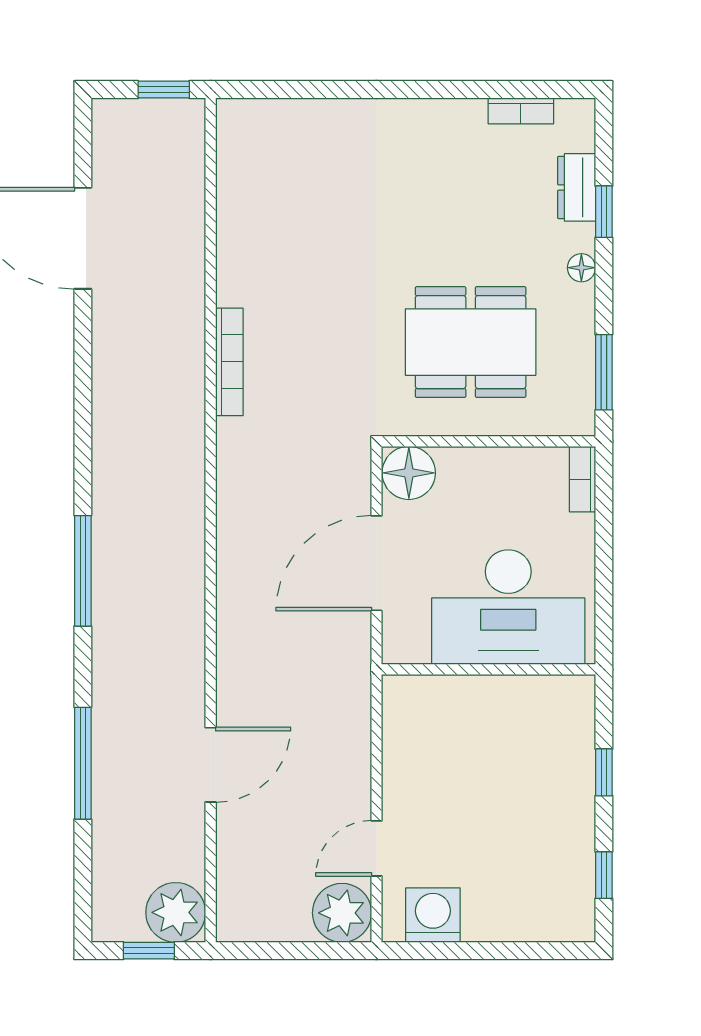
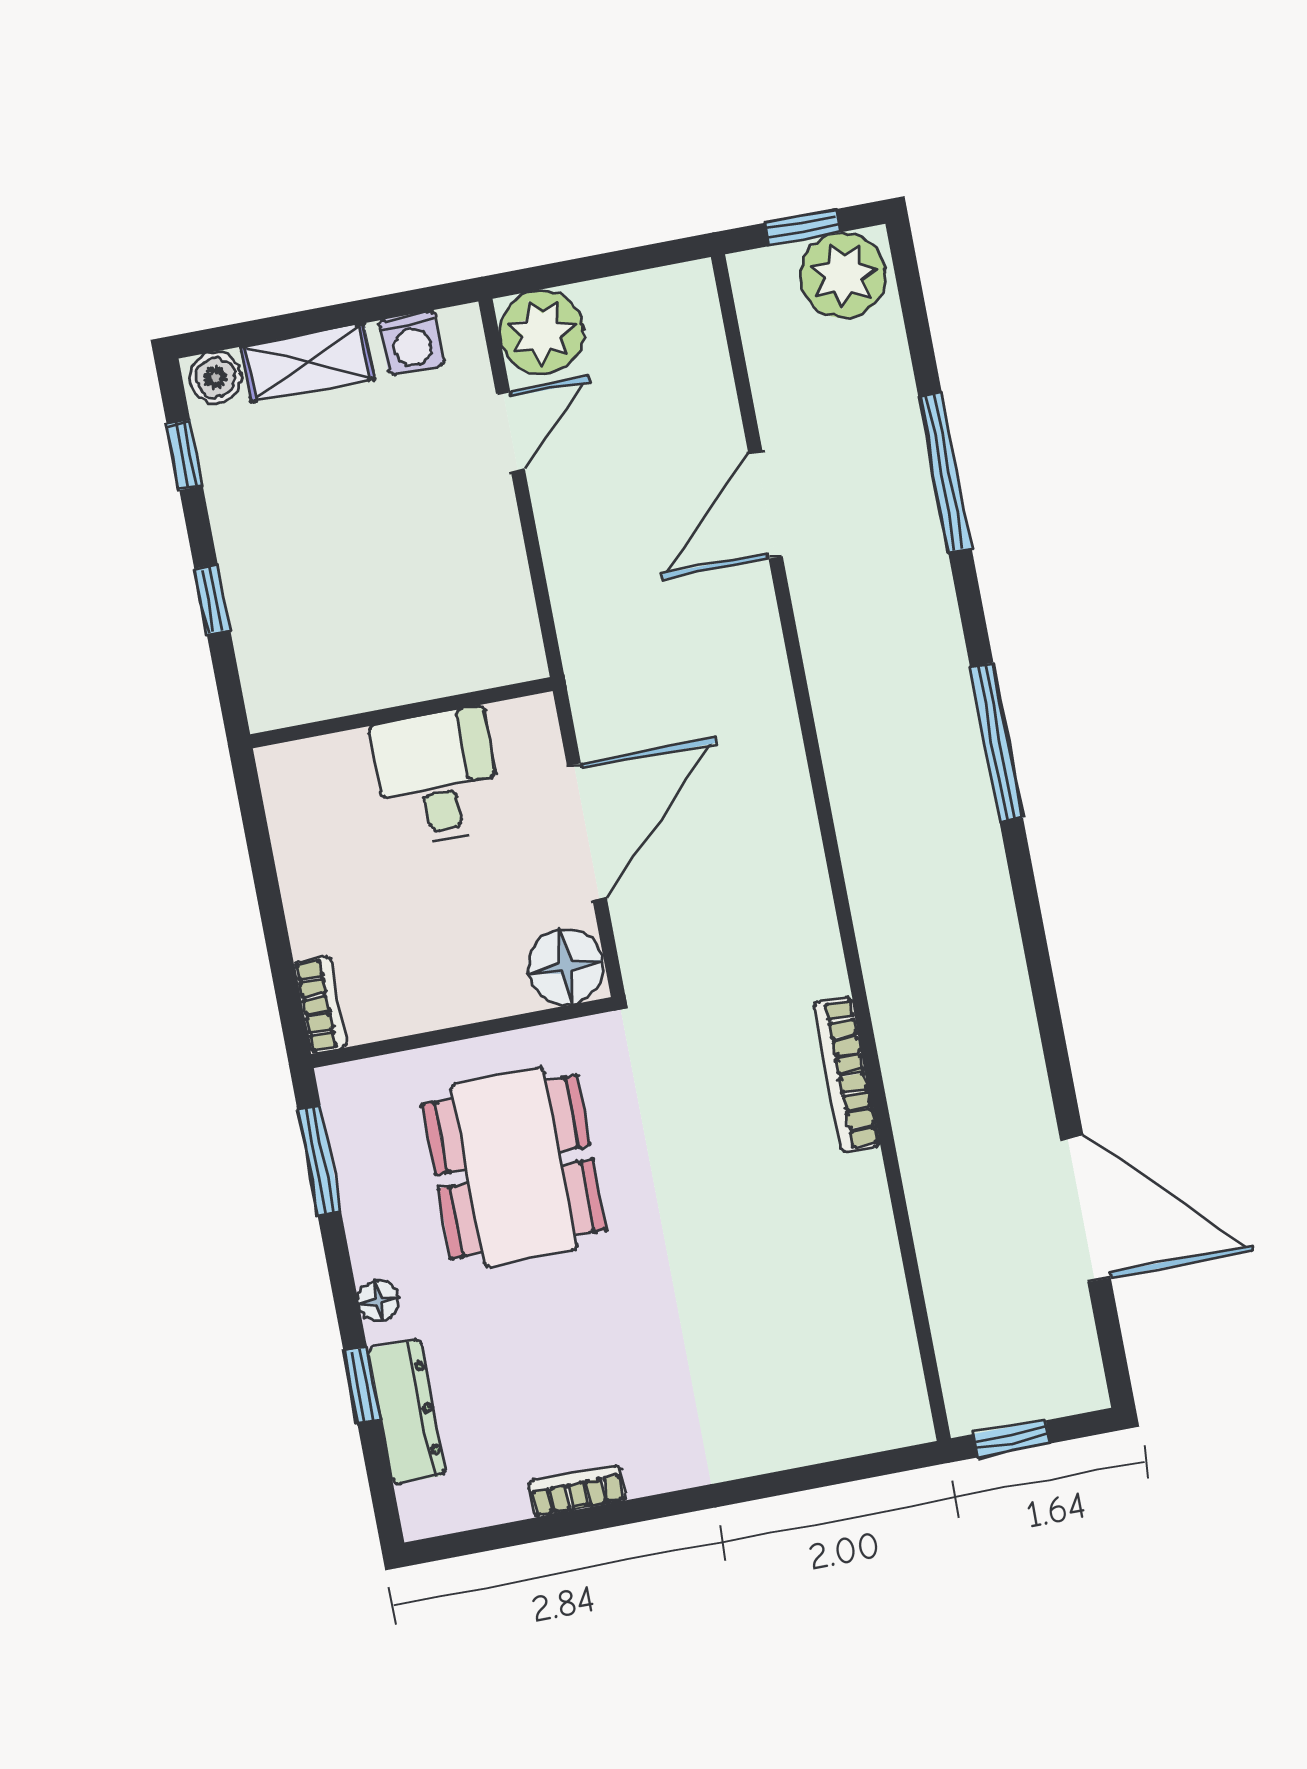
bookcase: (521, 111) -> (577, 1491), moved
dresser: (577, 187) -> (407, 1412), width x1.44
dining table: (471, 342) -> (514, 1167), turned 90
desk: (508, 607) -> (437, 777), width x0.53, depth x0.77
plant: (176, 912) -> (843, 275), moved
washing machine: (433, 915) -> (412, 343), width x0.73, depth x0.73
shelving: (507, 923) -> (307, 363), added
boiler: (572, 924) -> (216, 378), added

